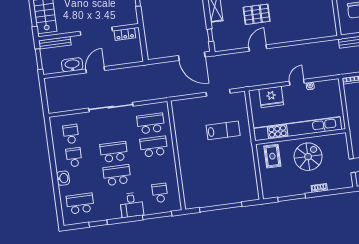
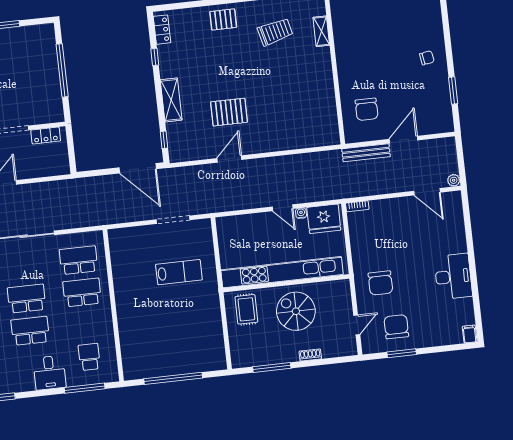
door: (297, 82) -> (283, 208), swing flipped
fridge: (271, 97) -> (324, 219), moved
spiral stairs: (308, 157) -> (296, 311), turned -90

